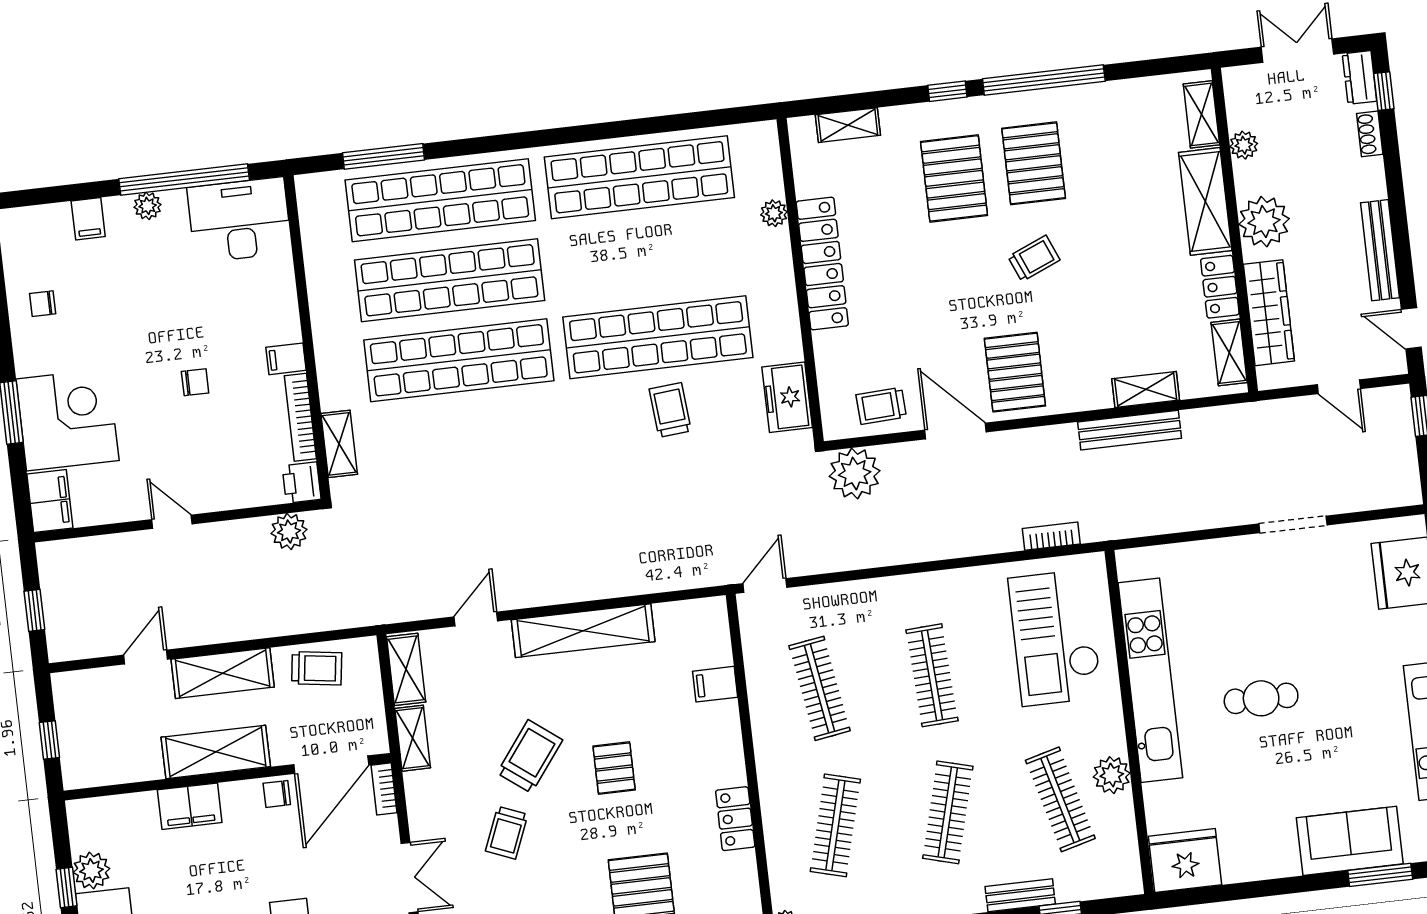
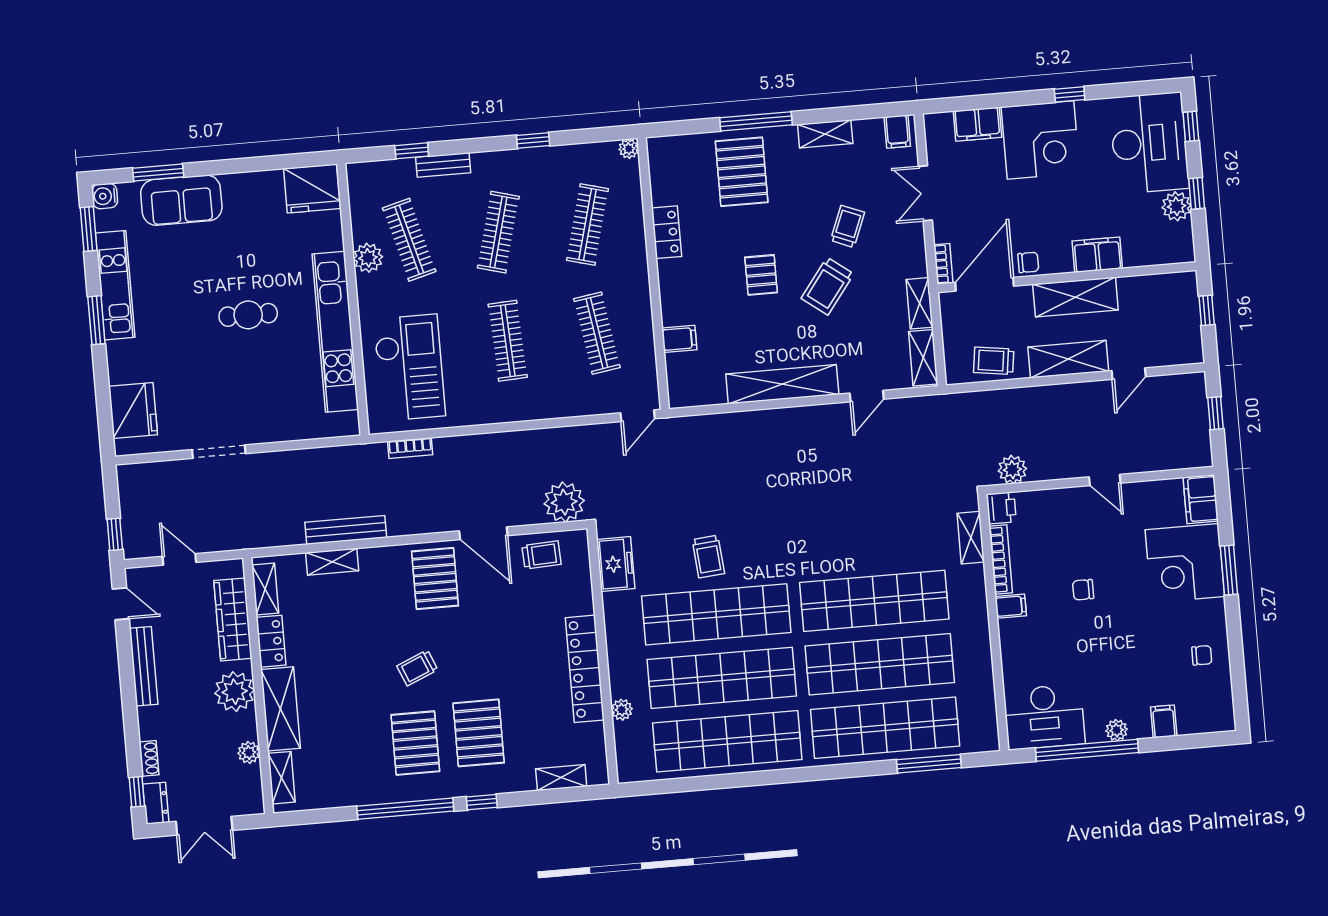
shop shelf: (649, 257) -> (722, 678), added

